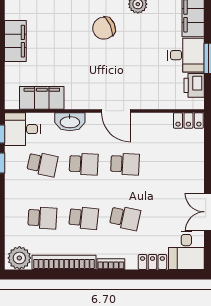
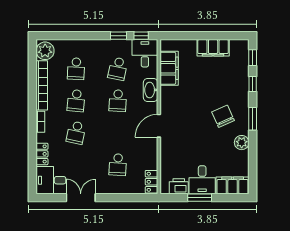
school desk: (125, 164) -> (118, 165), moved

